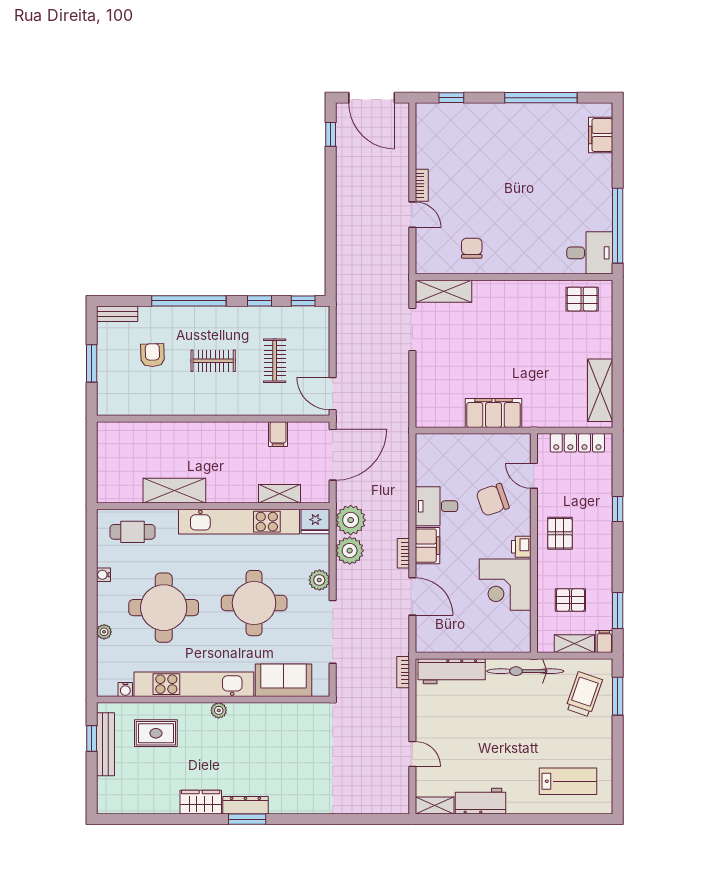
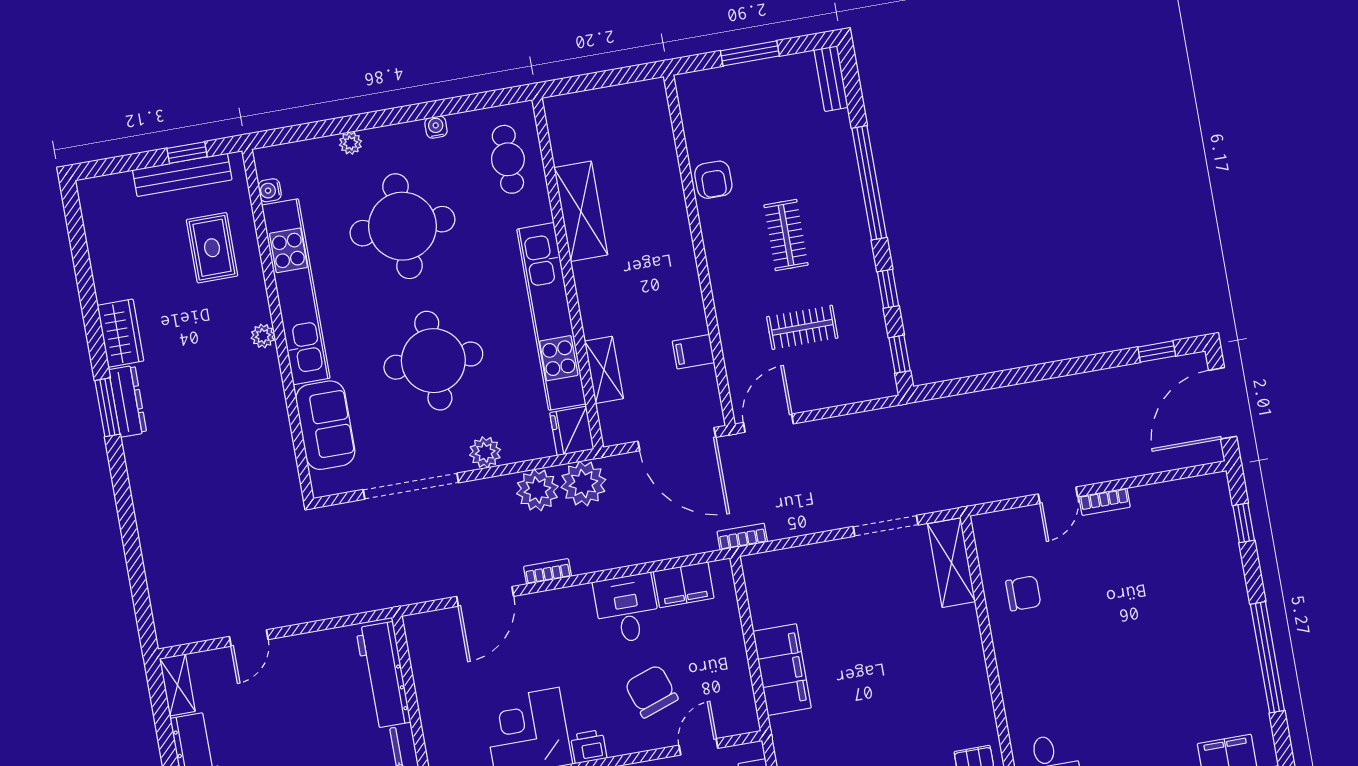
armchair: (152, 355) -> (713, 180), moved, turned 92
filing cabinet: (427, 546) -> (684, 585), moved
bookcase: (403, 672) -> (742, 537), moved

